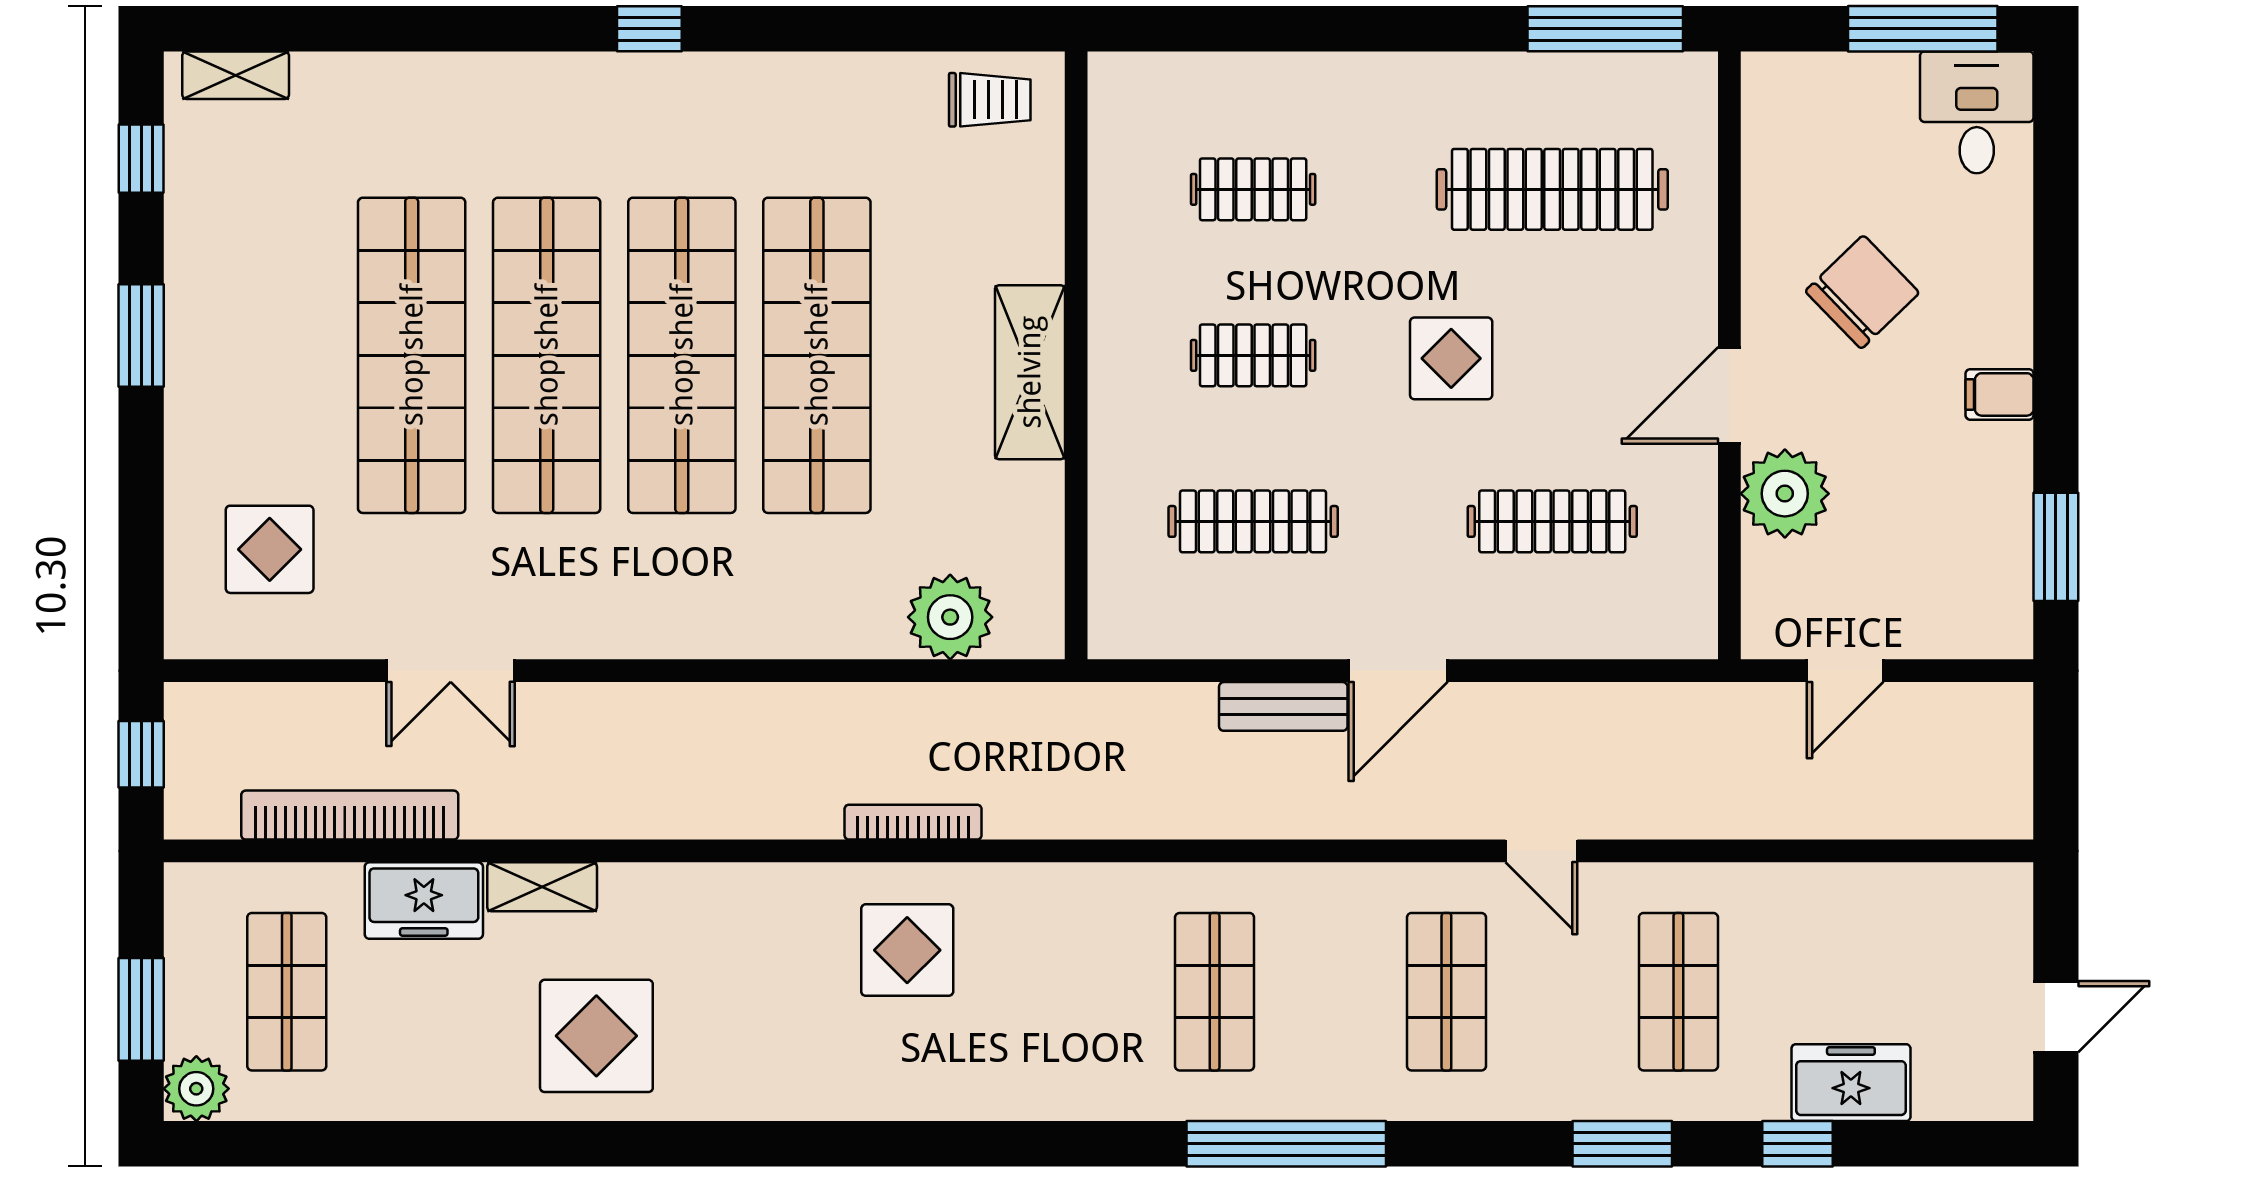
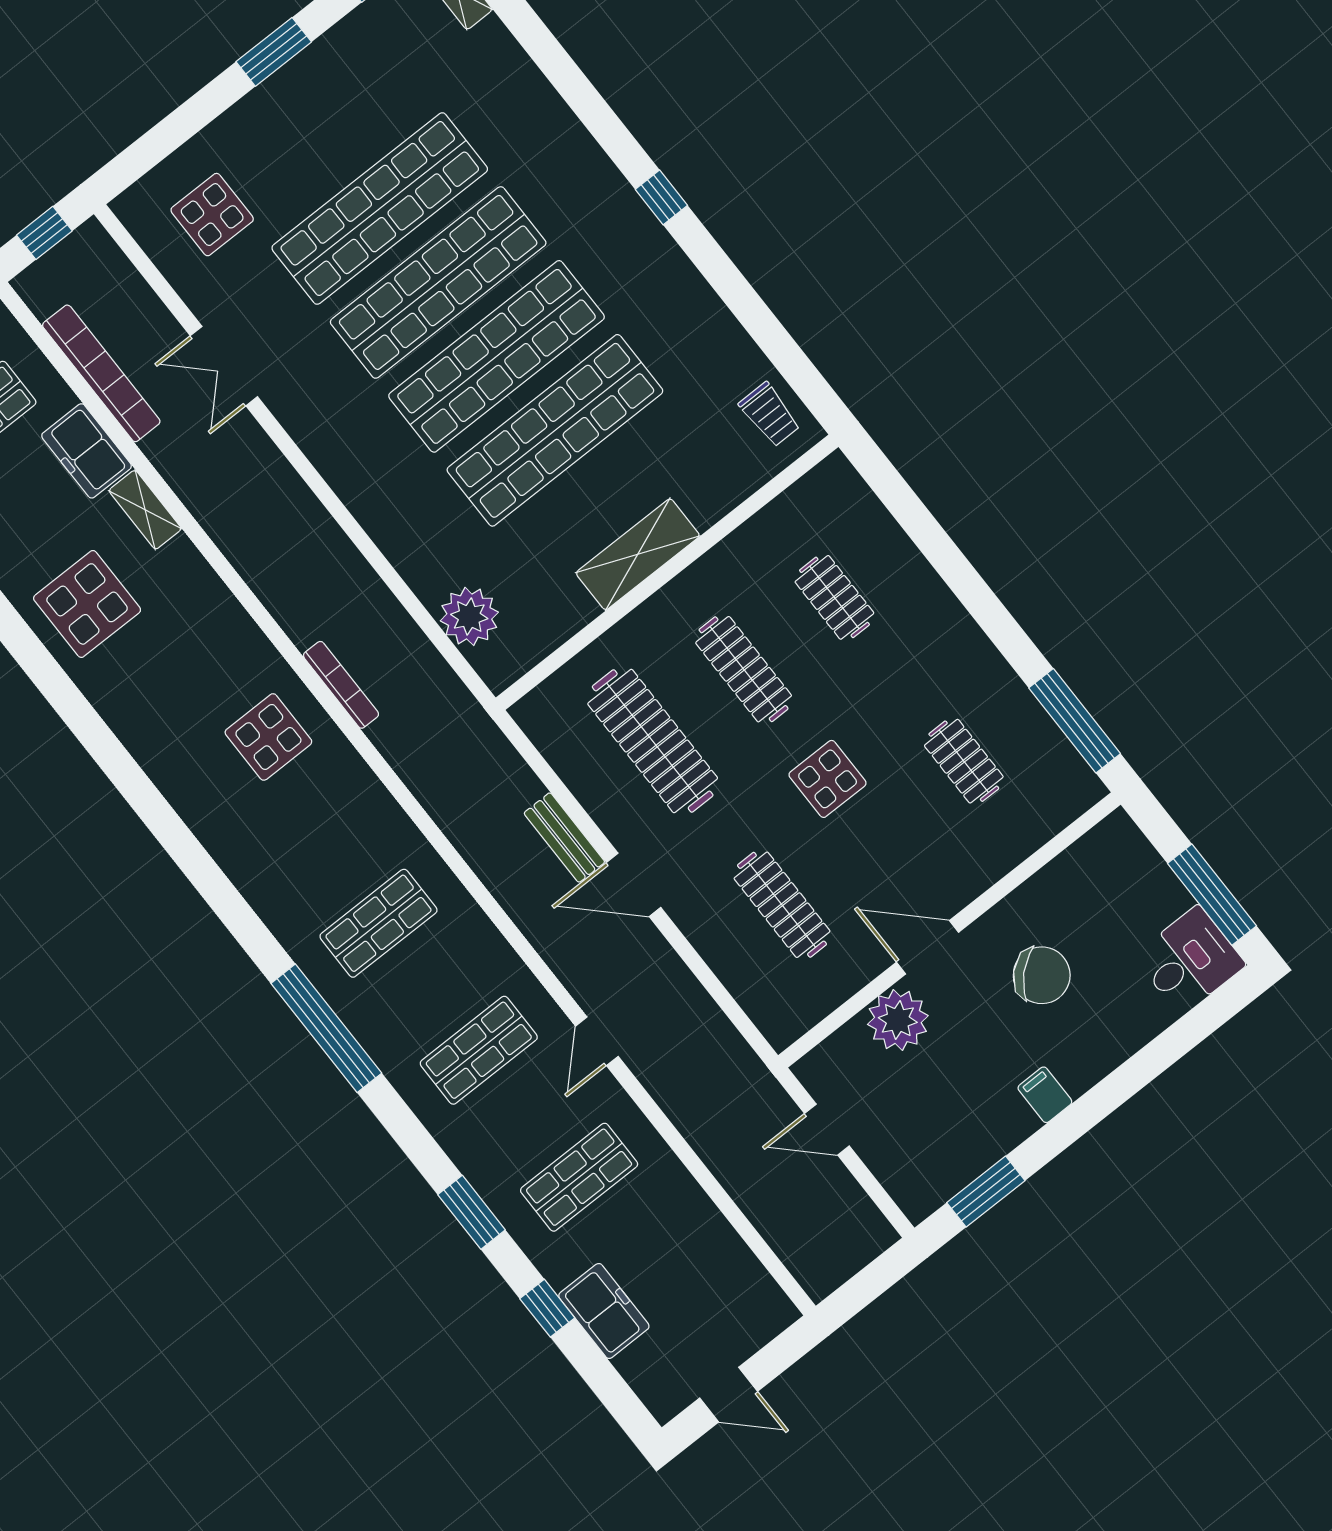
clothes rail: (1552, 189) -> (964, 761), width x0.54, depth x0.76
clothes rail: (1253, 355) -> (744, 669), width x1.36
clothes rail: (1253, 521) -> (653, 741), width x1.37, depth x1.31

